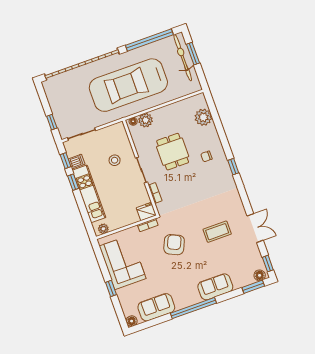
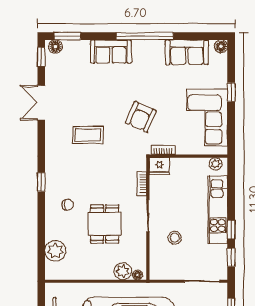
dishwasher: (77, 162) -> (219, 252), removed
coffee table: (217, 232) -> (88, 135), moved

